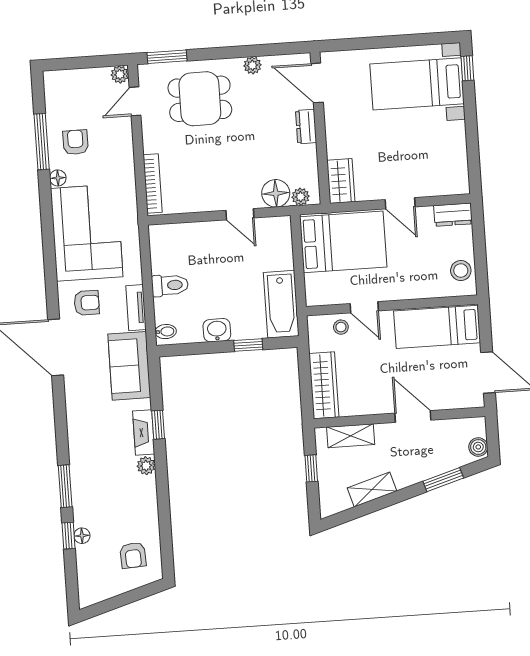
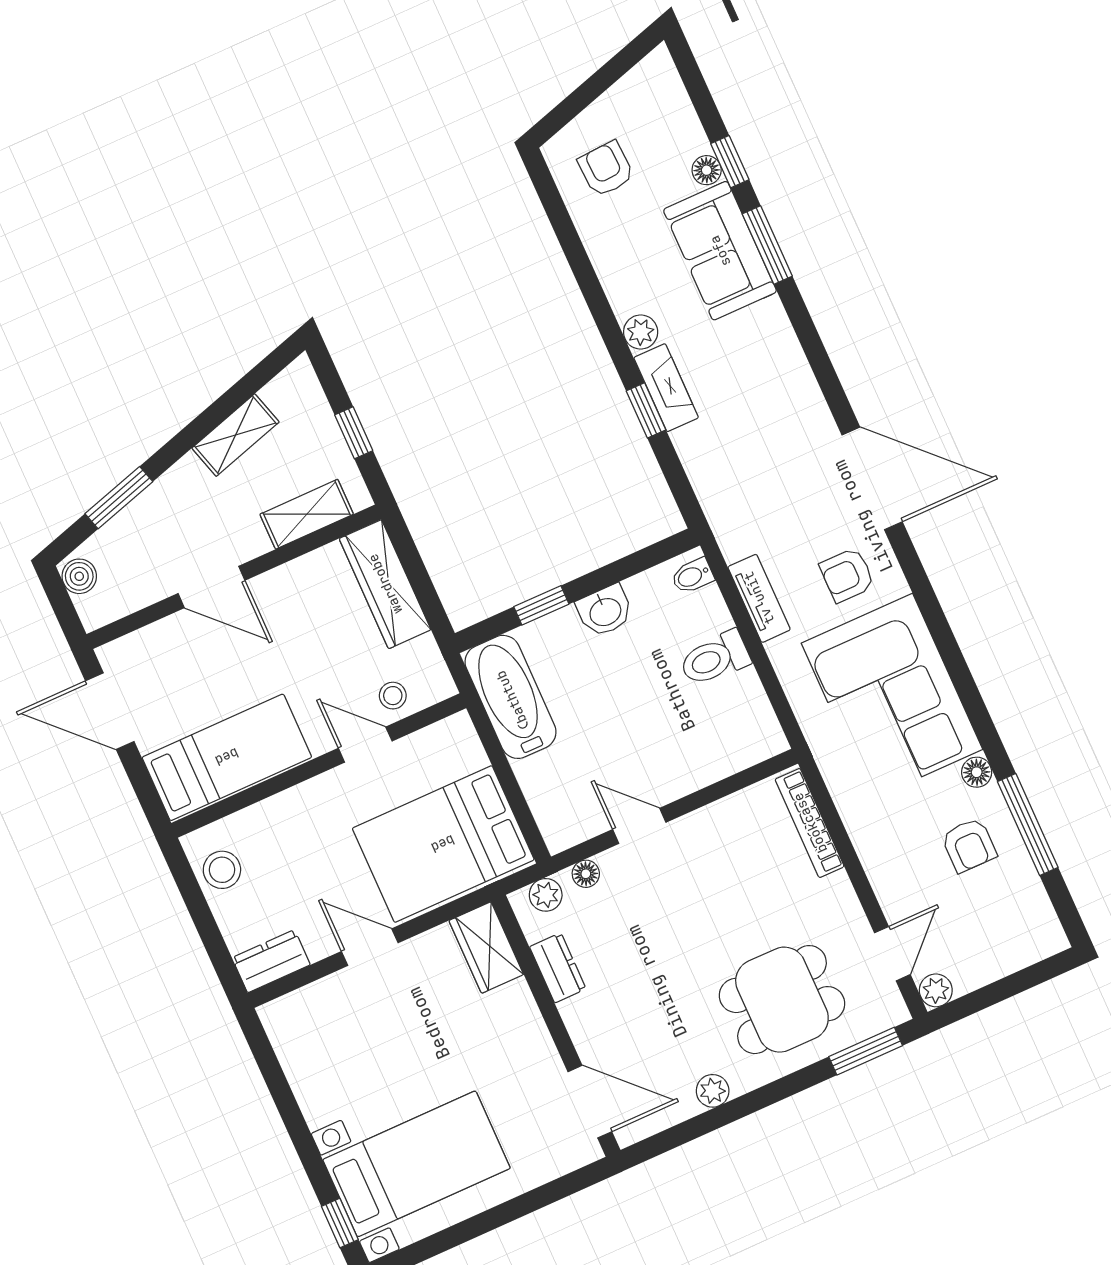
dresser: (306, 127) -> (558, 968), moved
floor lamp: (276, 193) -> (586, 874), width x0.53, depth x0.53
sofa: (129, 366) -> (720, 251), moved, turned 180

